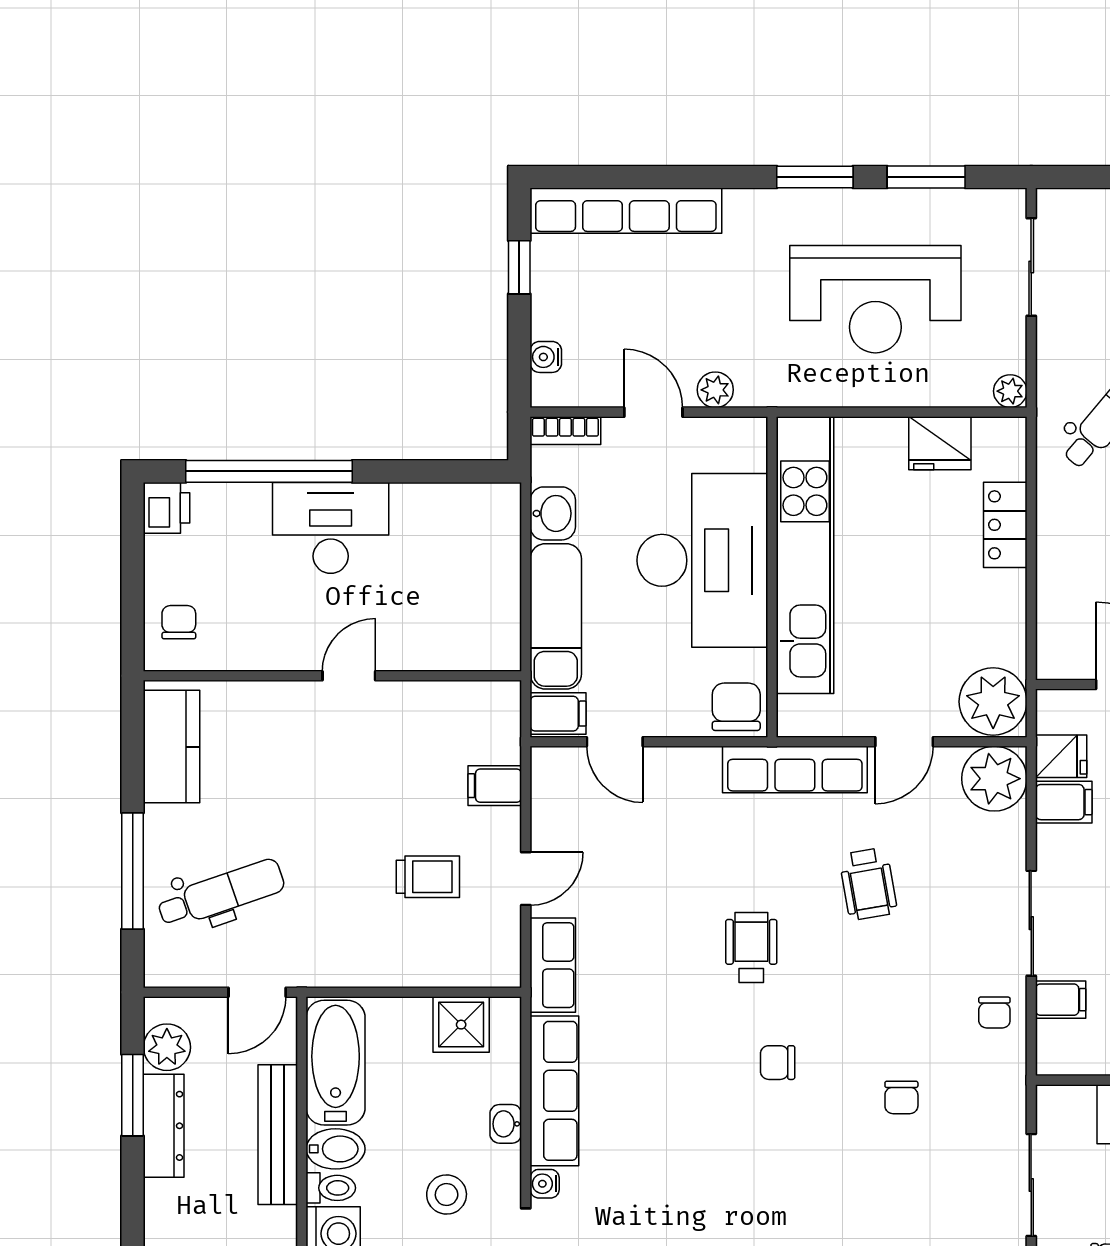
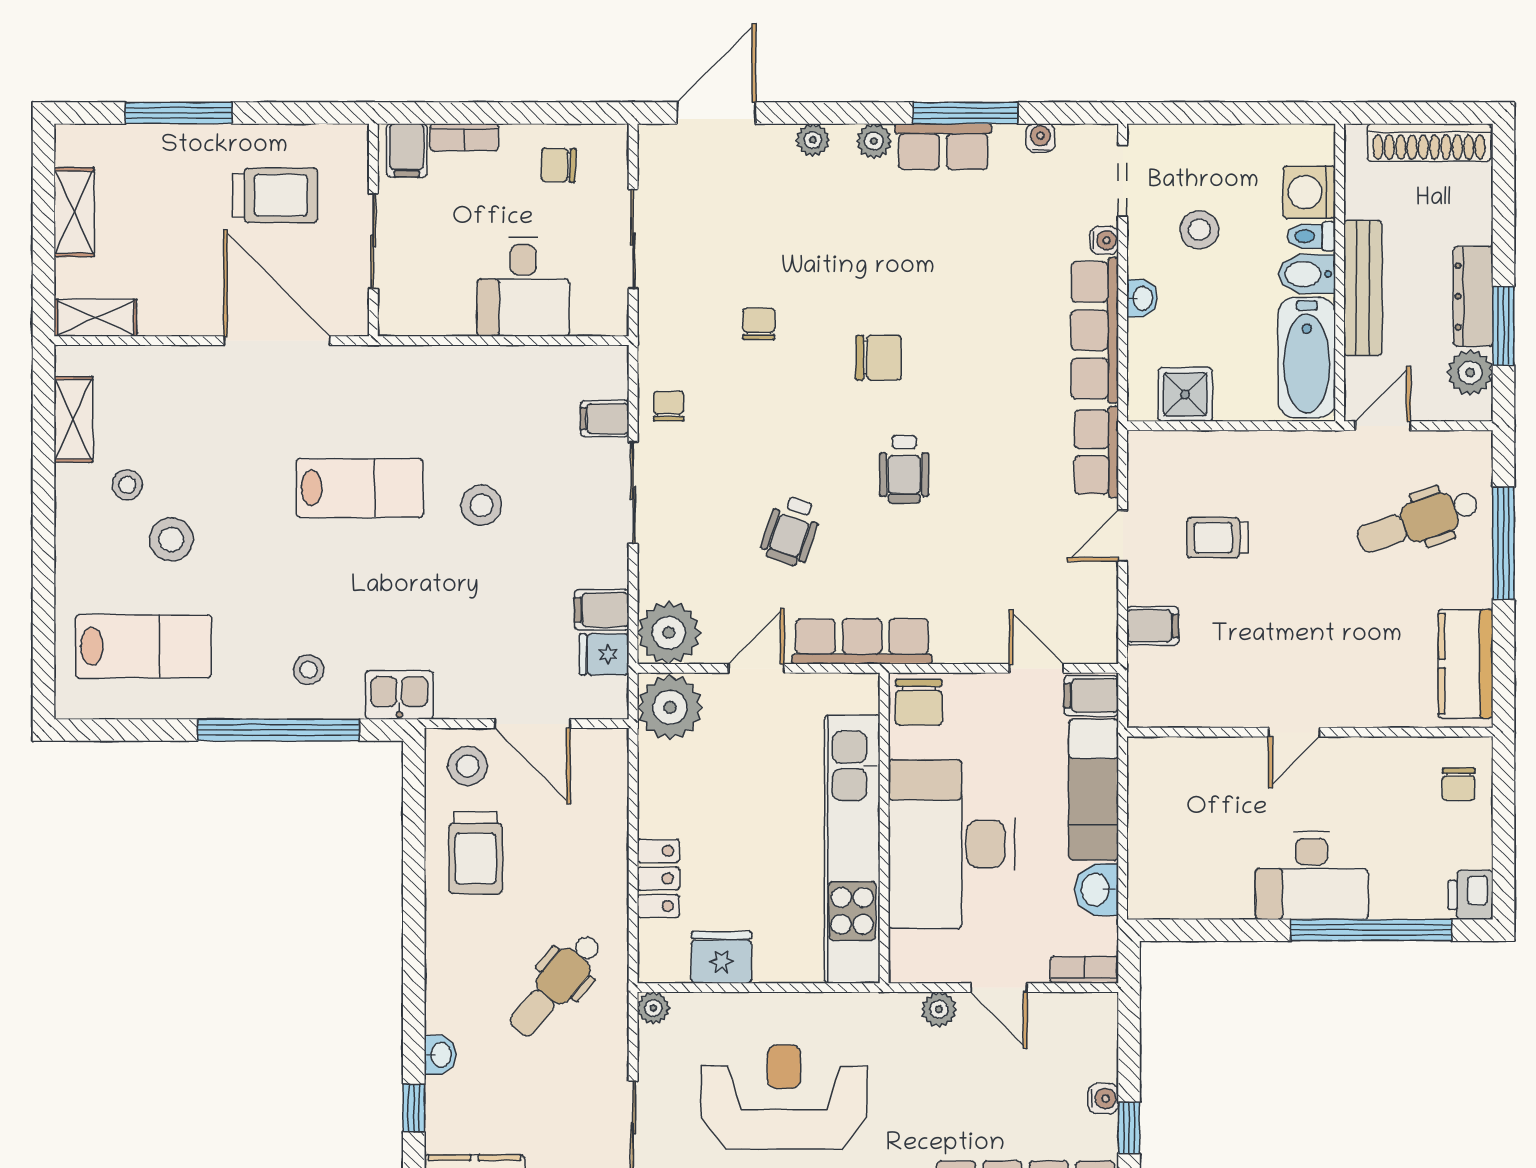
water cooler: (546, 357) -> (1103, 1099), moved
wheelchair: (868, 884) -> (791, 531), turned -151
chair: (778, 1063) -> (879, 358), width x1.37, depth x1.37

